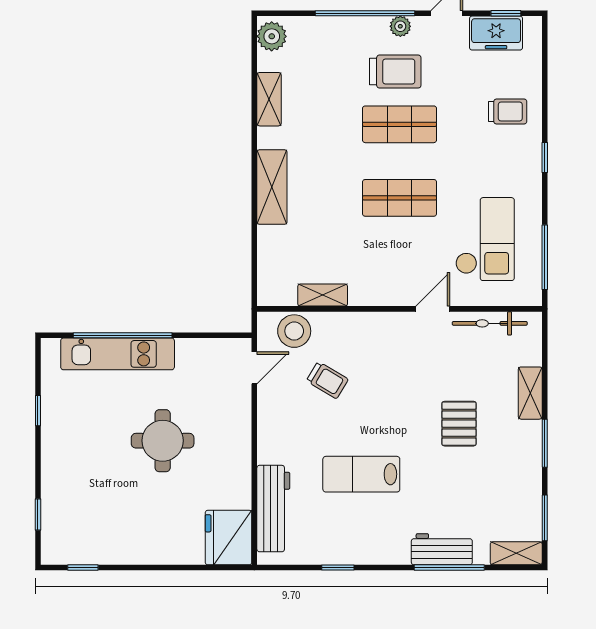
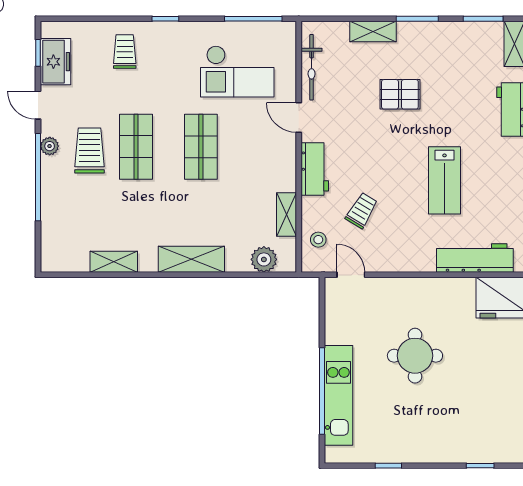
plant: (272, 36) -> (264, 259), moved
checkout: (485, 239) -> (237, 71), turned 180
workbench: (374, 327) -> (315, 169), added
stool: (294, 331) -> (318, 240), width x0.53, depth x0.53

